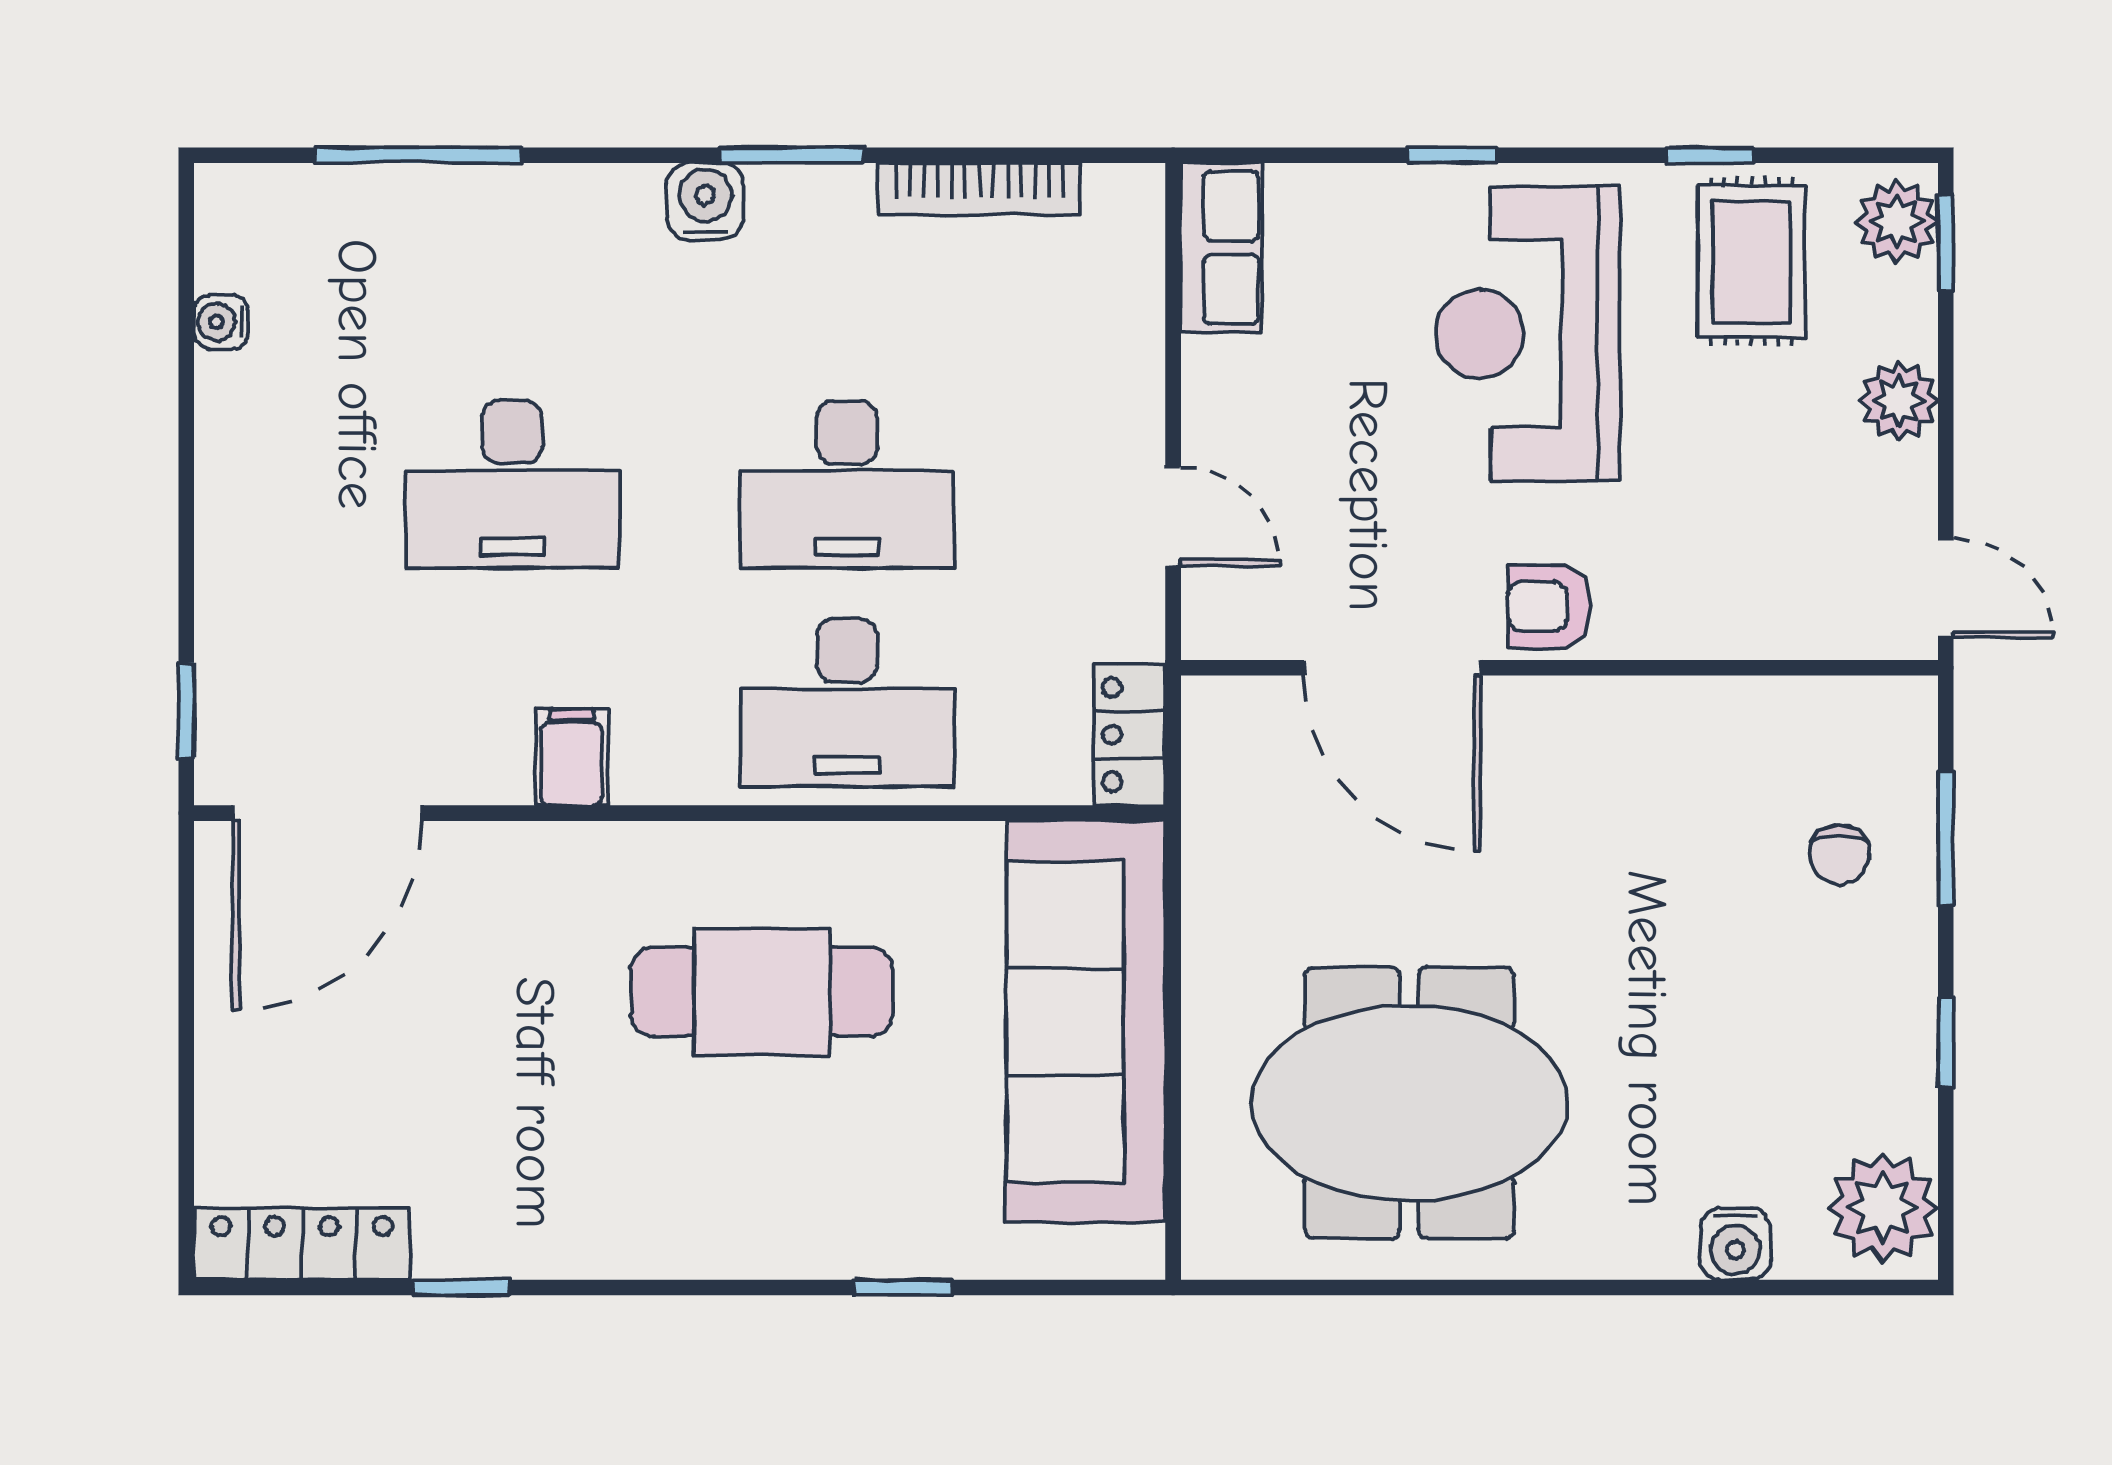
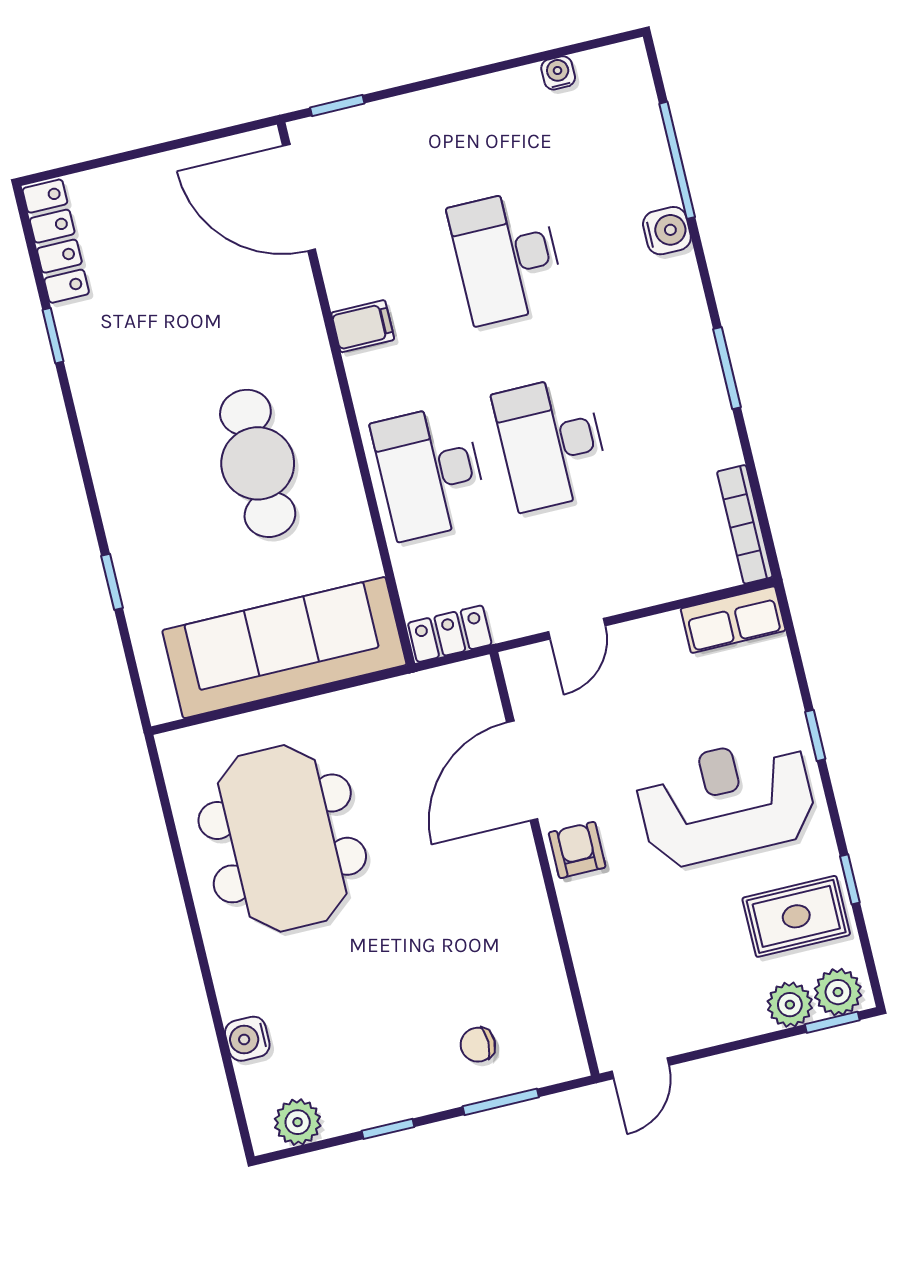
bookcase: (979, 189) -> (745, 524), moved
water cooler: (705, 201) -> (667, 231), moved
plant: (1899, 401) -> (790, 1005), moved
plant: (1883, 1207) -> (298, 1122), width x0.73, depth x0.73

